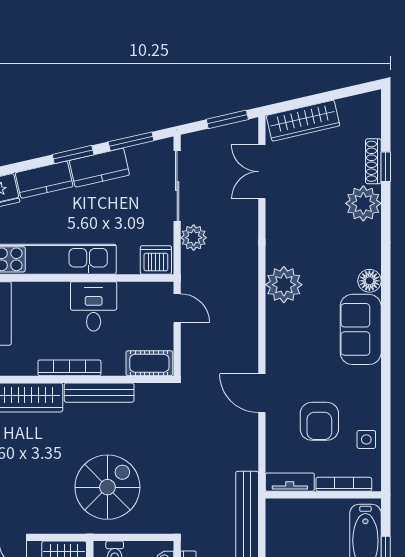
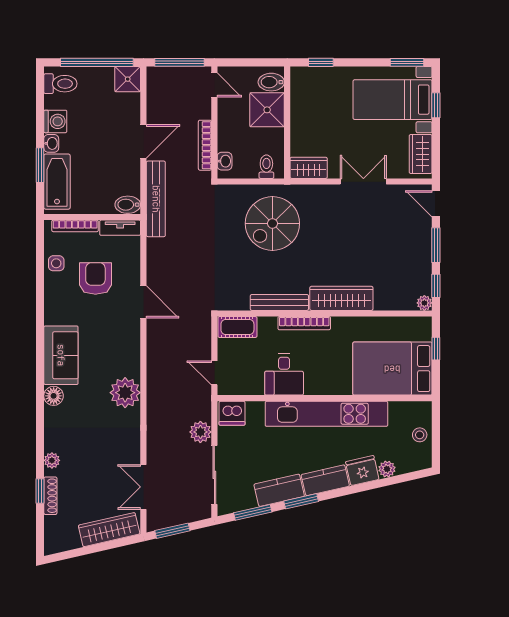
double door: (262, 172) -> (143, 487), swing flipped
plant: (363, 203) -> (52, 460), width x0.53, depth x0.53
bidet: (281, 510) -> (128, 205), added

